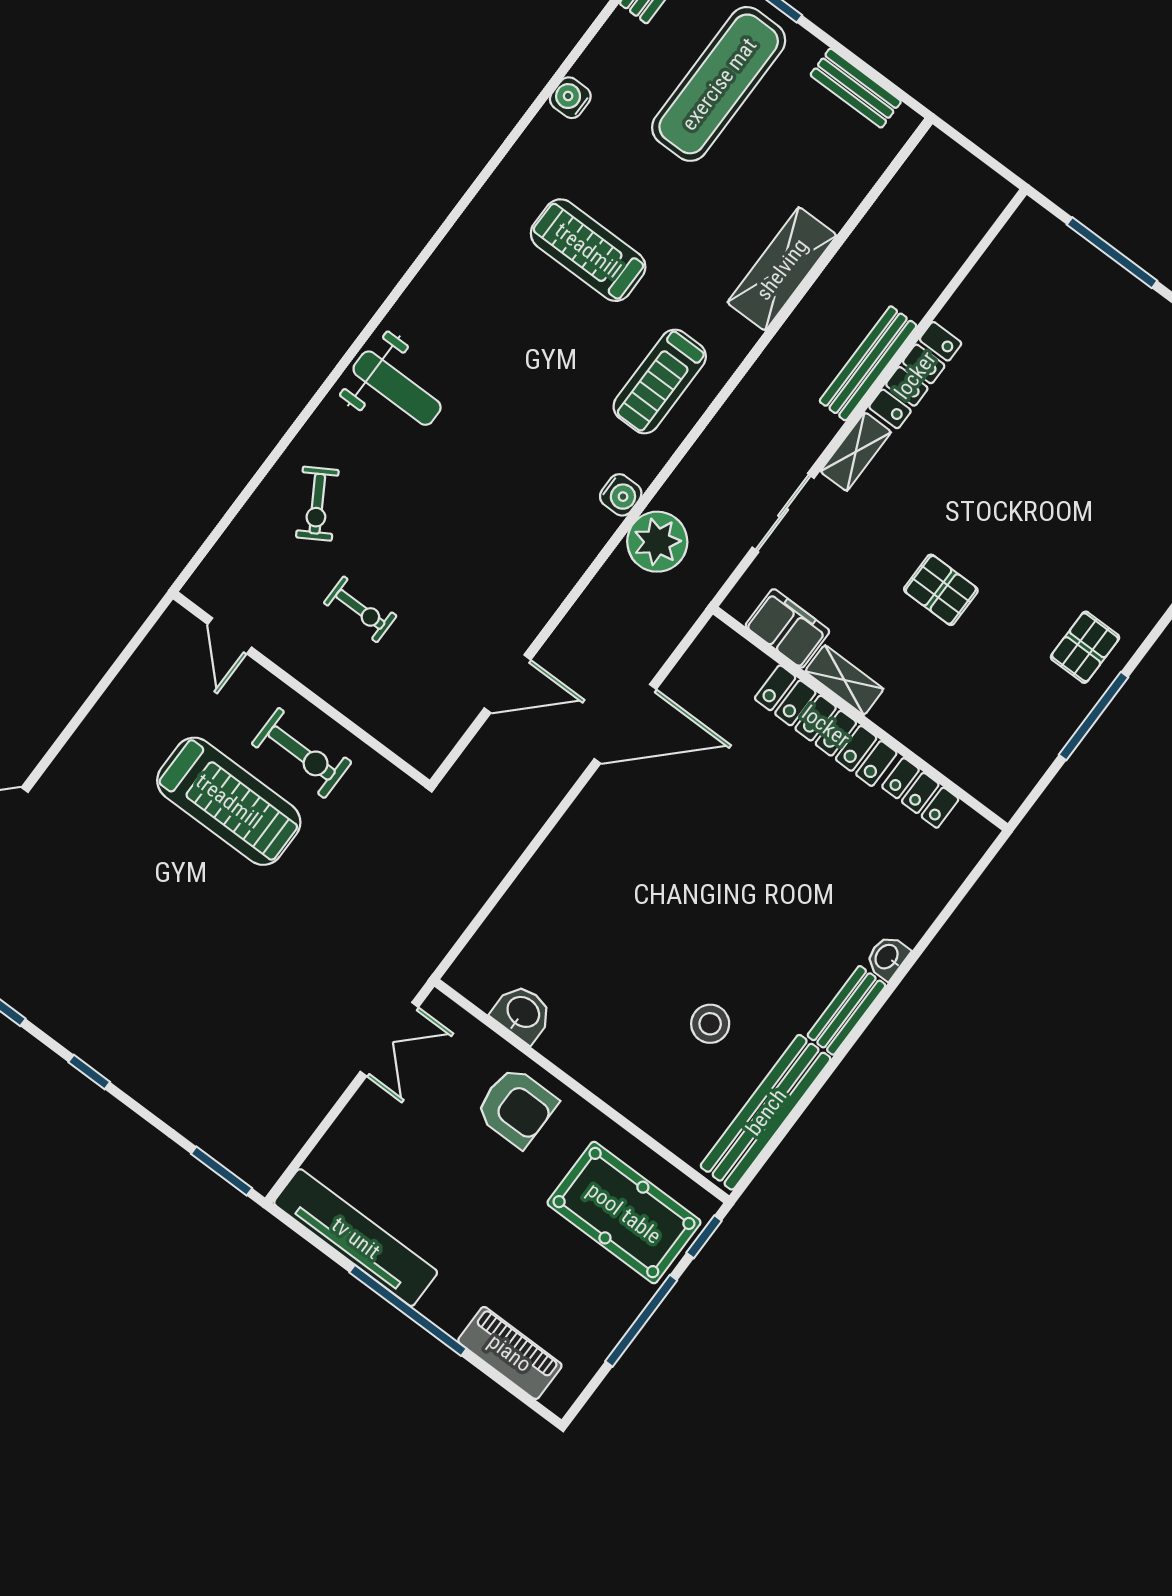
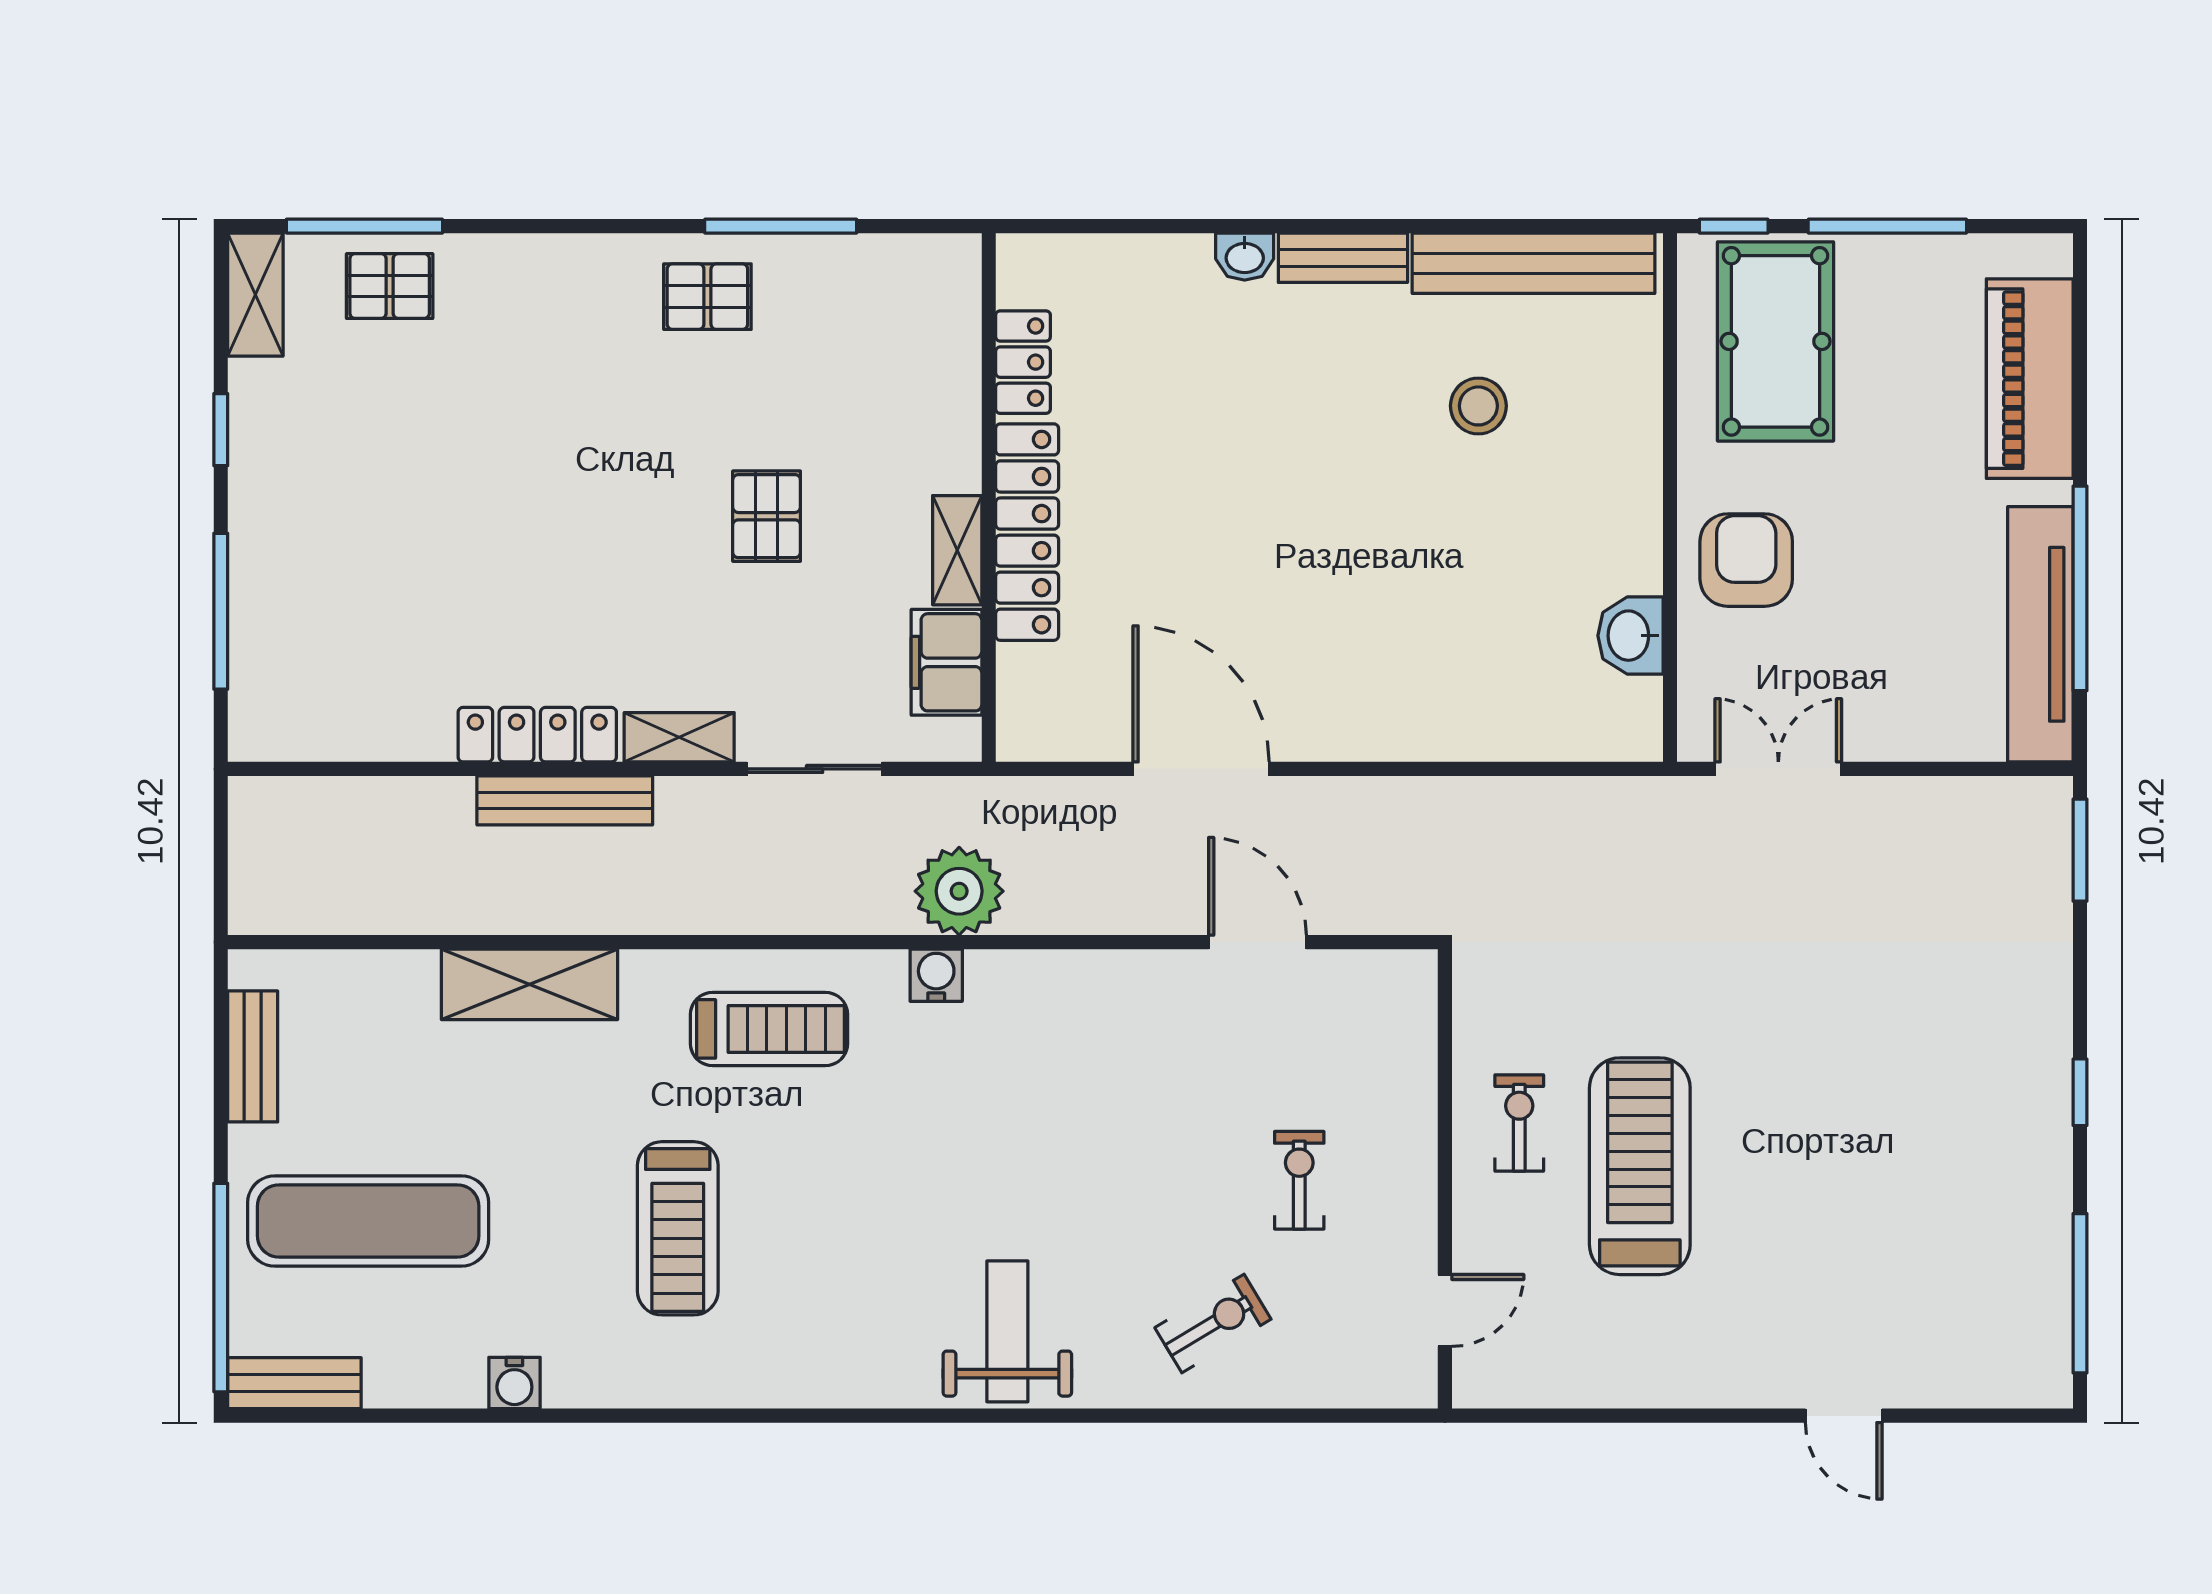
exercise bike: (302, 753) -> (1519, 1123), width x0.73, depth x0.72
window: (408, 1310) -> (2080, 588), moved
piano: (510, 1353) -> (2030, 379), width x1.37, depth x1.33

